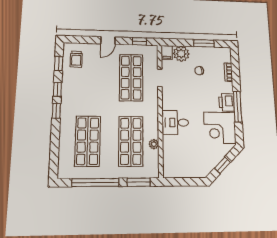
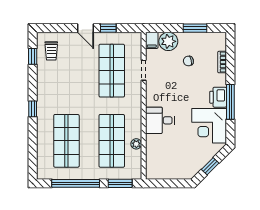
door: (108, 40) -> (86, 28), hinge flipped
window: (139, 41) -> (108, 28), moved
window: (57, 89) -> (33, 85), removed

